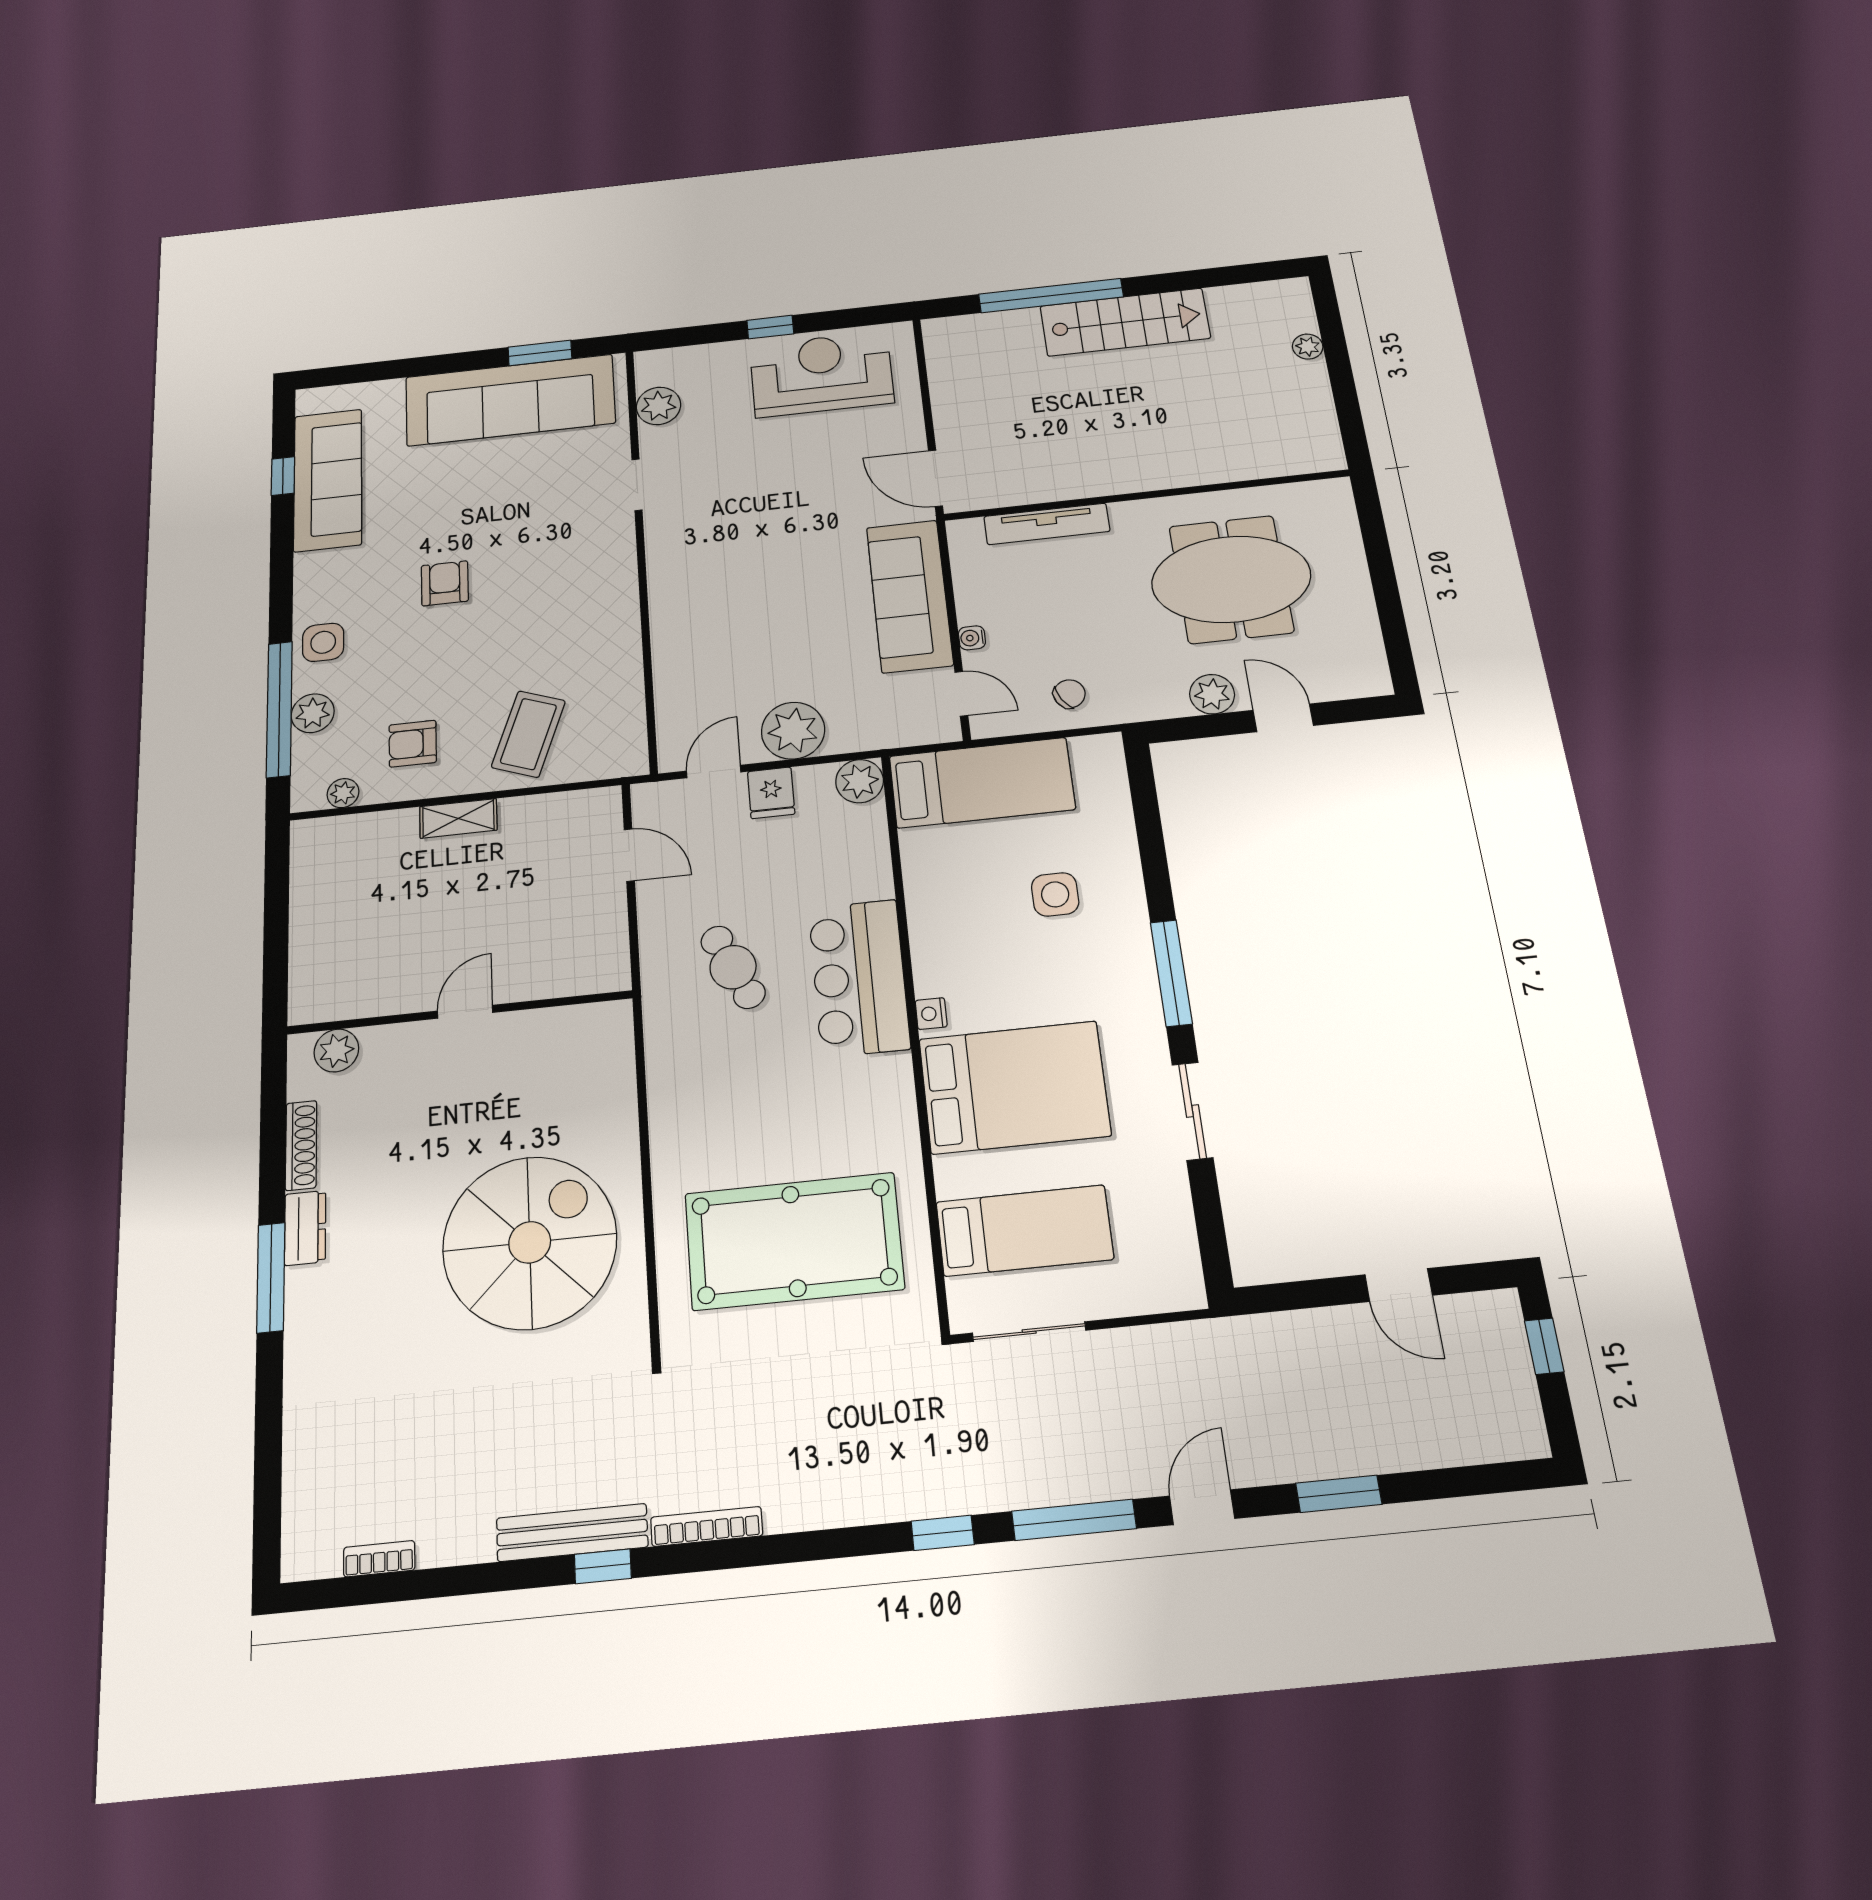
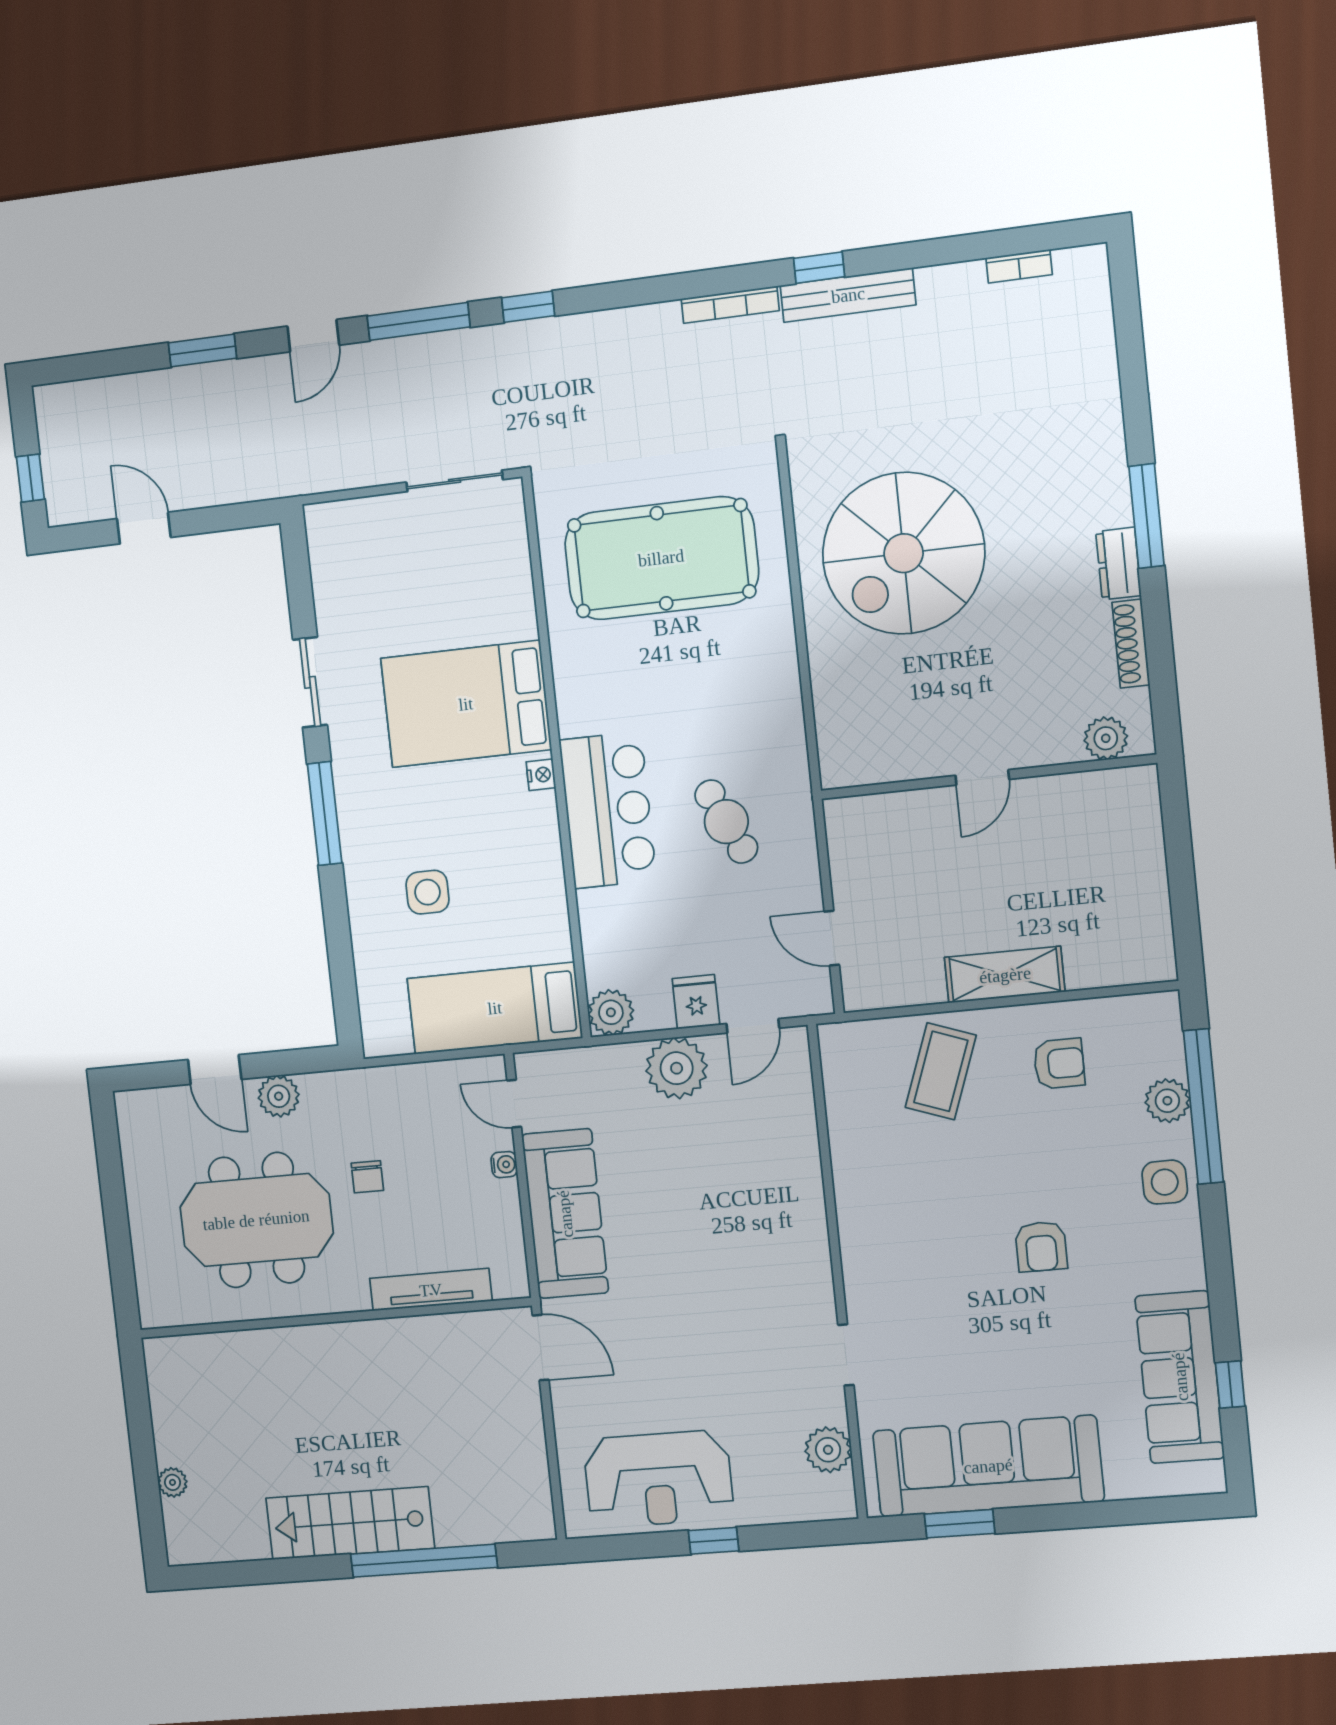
chair: (1069, 694) -> (367, 1177), moved, turned -59
plant: (343, 793) -> (1126, 1010), removed
shelving: (458, 818) -> (1005, 975), width x1.50, depth x1.33
bed: (1025, 1231) -> (458, 571), removed

